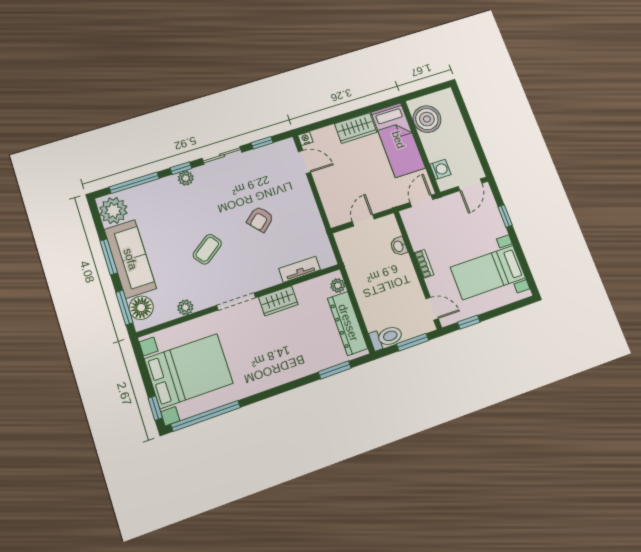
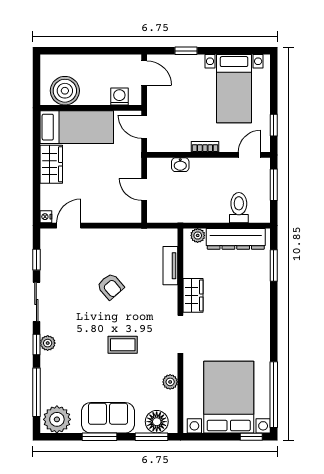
coffee table: (207, 249) -> (123, 345), turned -54
sofa: (130, 259) -> (108, 418), width x0.73
toilet: (386, 337) -> (239, 208), moved

